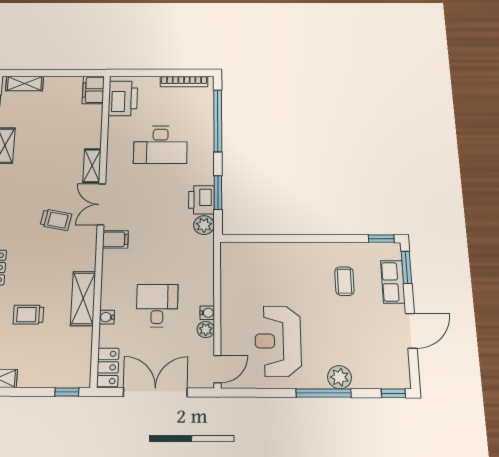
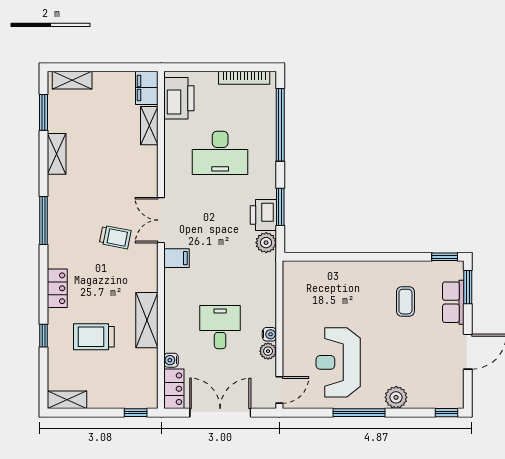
shelving: (92, 166) -> (149, 126), moved
trolley: (28, 315) -> (94, 337), width x1.36, depth x1.39
water cooler: (107, 317) -> (171, 360), moved
window: (324, 393) -> (359, 413), moved

